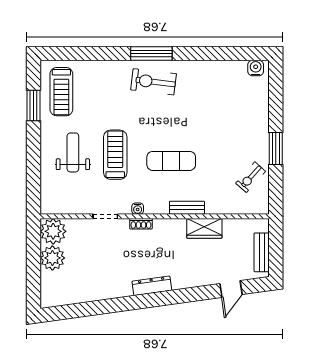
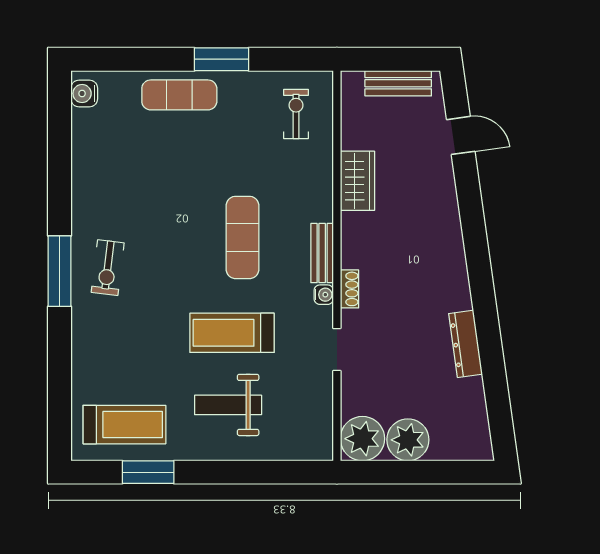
exercise bike: (153, 82) -> (108, 268), width x0.73, depth x0.72
exercise mat: (255, 124) -> (179, 95), added
exercise bike: (251, 177) -> (296, 114), moved, turned -132
bench: (187, 208) -> (322, 253), moved
dresser: (152, 286) -> (466, 344), moved

